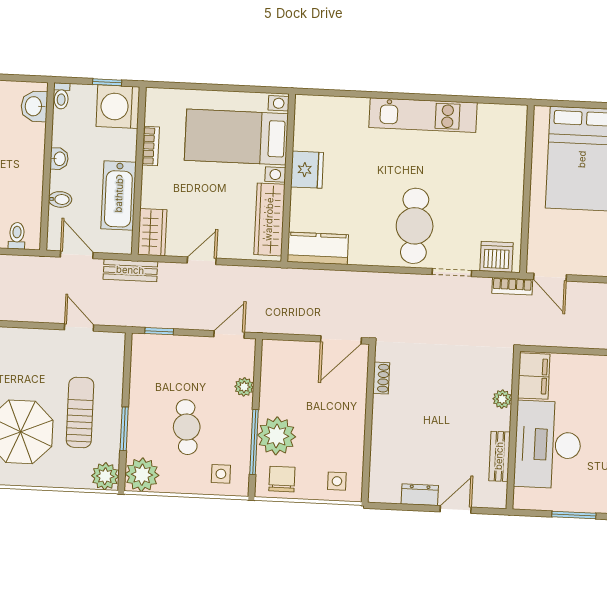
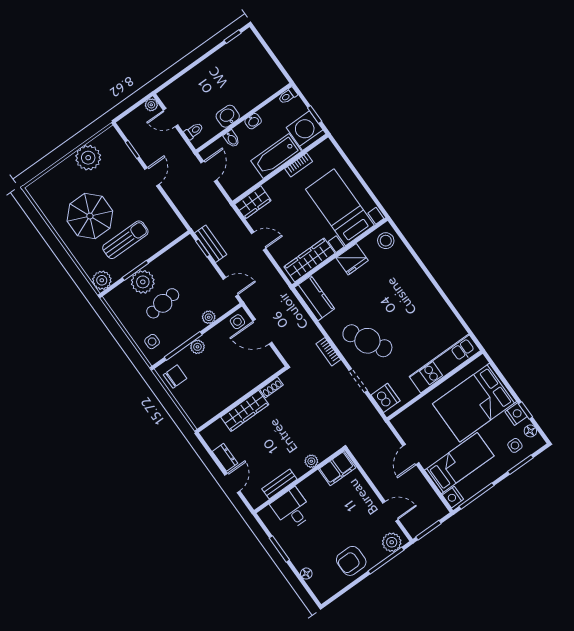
washbasin: (34, 106) -> (228, 116), moved
stool: (316, 114) -> (386, 241), added
kitchen unit: (423, 115) -> (445, 363), moved, turned 90
bathtub: (119, 195) -> (276, 156), moved
cafe table: (415, 226) -> (367, 341), turned 60
bench: (130, 270) -> (211, 244), moved
door: (550, 277) -> (411, 454), moved
bookcase: (512, 286) -> (328, 352), moved
door: (79, 327) -> (152, 177), moved
door: (341, 340) -> (262, 332), moved
wardrobe: (384, 430) -> (245, 411), added
plant: (277, 436) -> (197, 347), width x0.53, depth x0.53
desk: (548, 445) -> (292, 509), width x0.53, depth x0.77
plant: (142, 475) -> (143, 282), moved
side table: (337, 481) -> (237, 322), moved
door: (456, 509) -> (232, 483), hinge flipped

